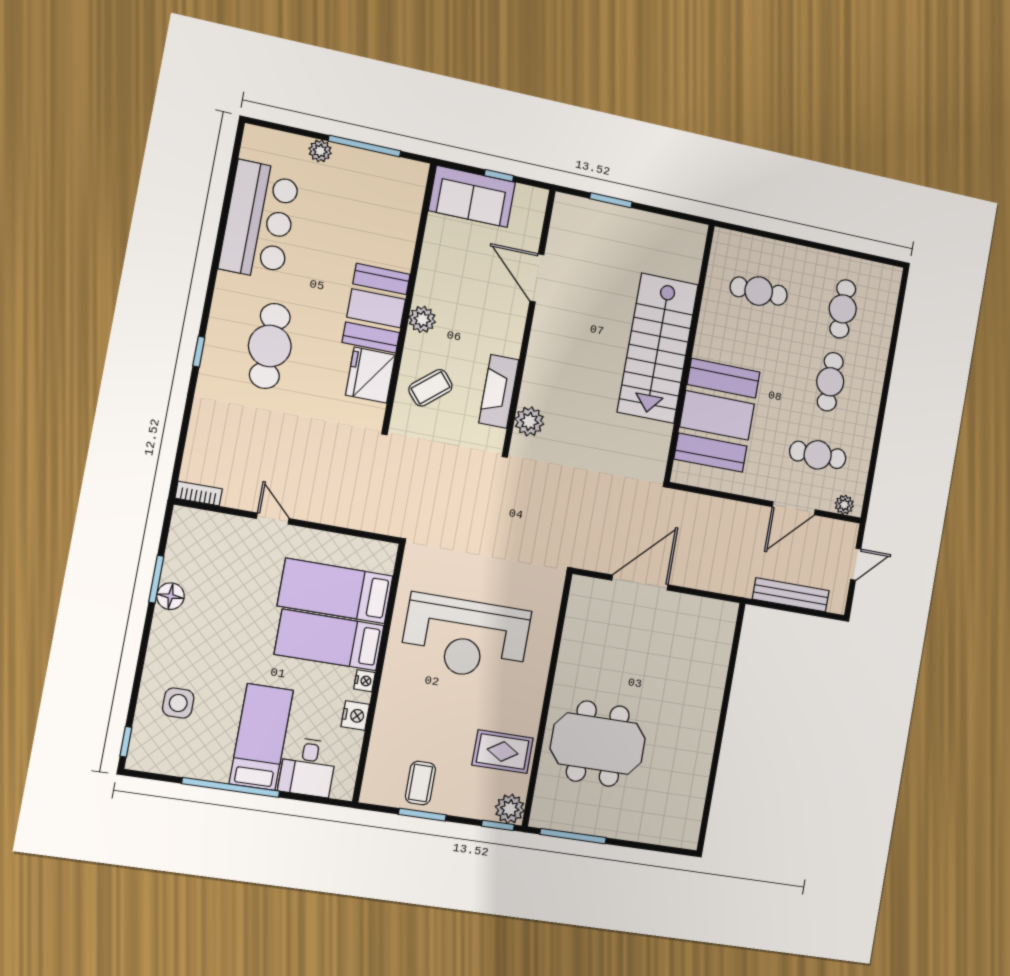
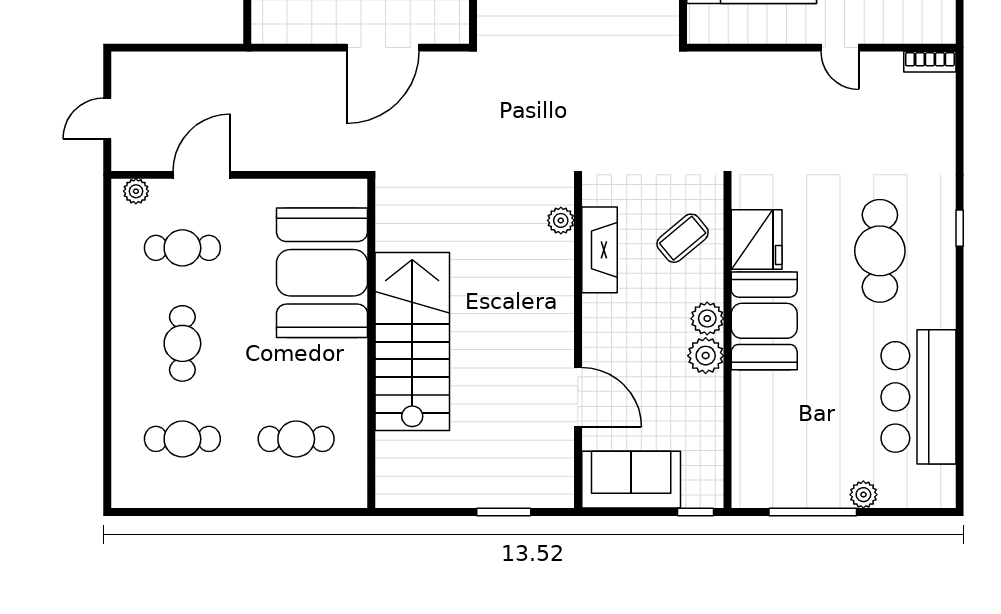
window: (499, 176) -> (695, 512), moved
sofa: (472, 196) -> (631, 480), moved
plant: (429, 290) -> (706, 356), added
cafe table: (843, 309) -> (182, 439), turned 90
plant: (529, 421) -> (561, 220), width x0.73, depth x0.73
bench: (791, 595) -> (186, 65), removed

